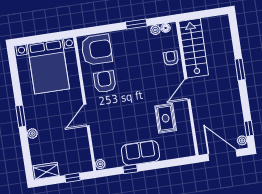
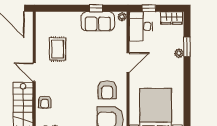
door: (187, 89) -> (34, 72), swing flipped
window: (21, 116) -> (187, 47), moved
sofa: (140, 153) -> (98, 21), moved
desk: (78, 157) -> (141, 26), added

